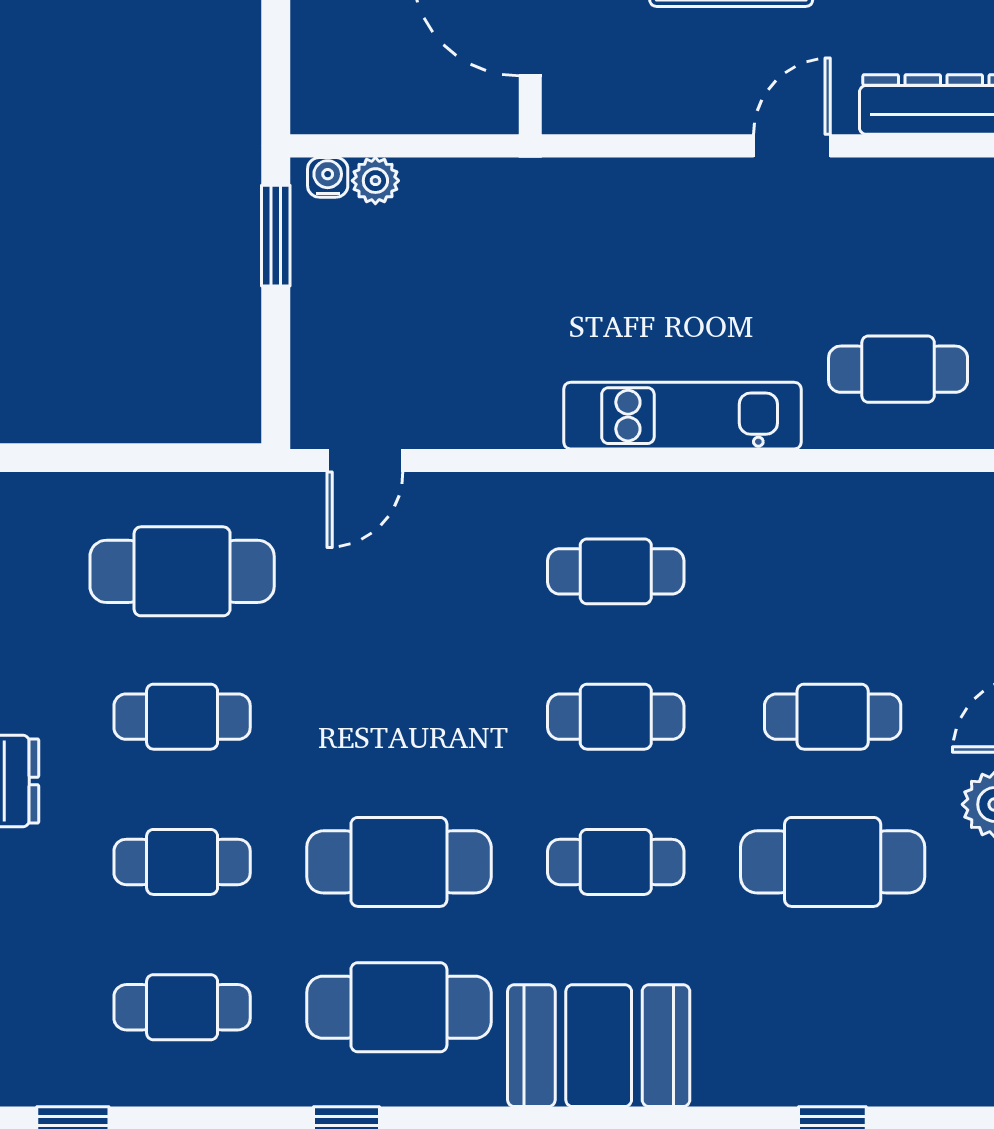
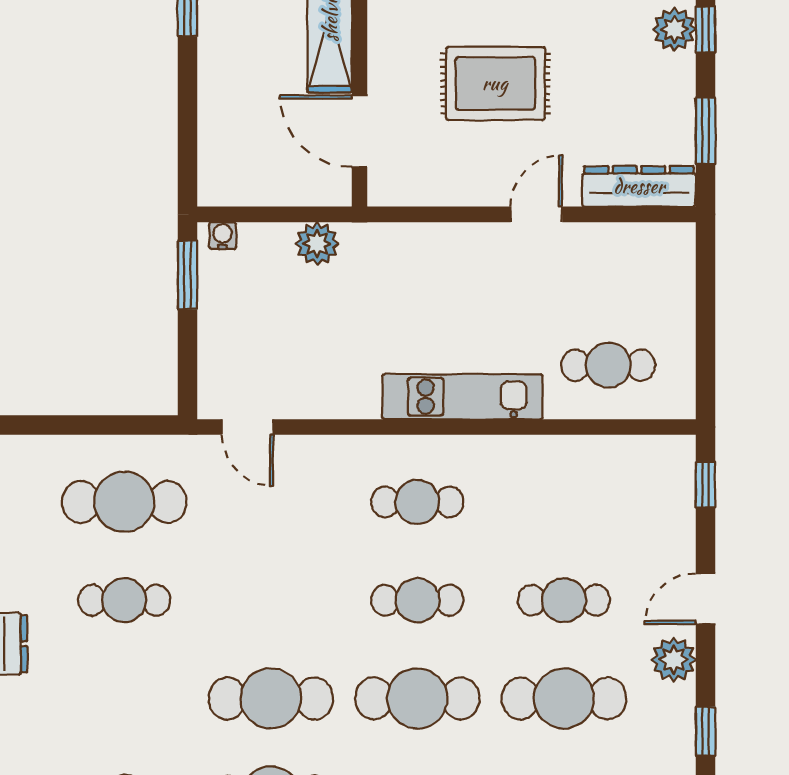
plant: (375, 181) -> (317, 244), moved, width x1.38, depth x1.38
door: (365, 460) -> (248, 427), hinge flipped
cafe table: (182, 862) -> (124, 698), removed
cafe table: (616, 862) -> (417, 698), width x1.37, depth x1.35

